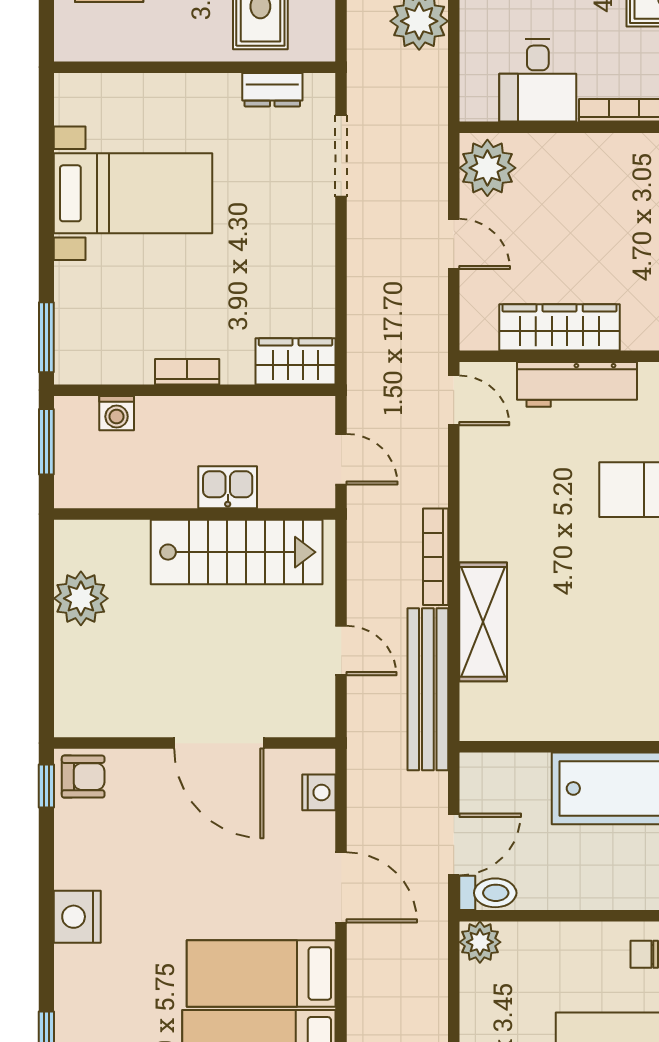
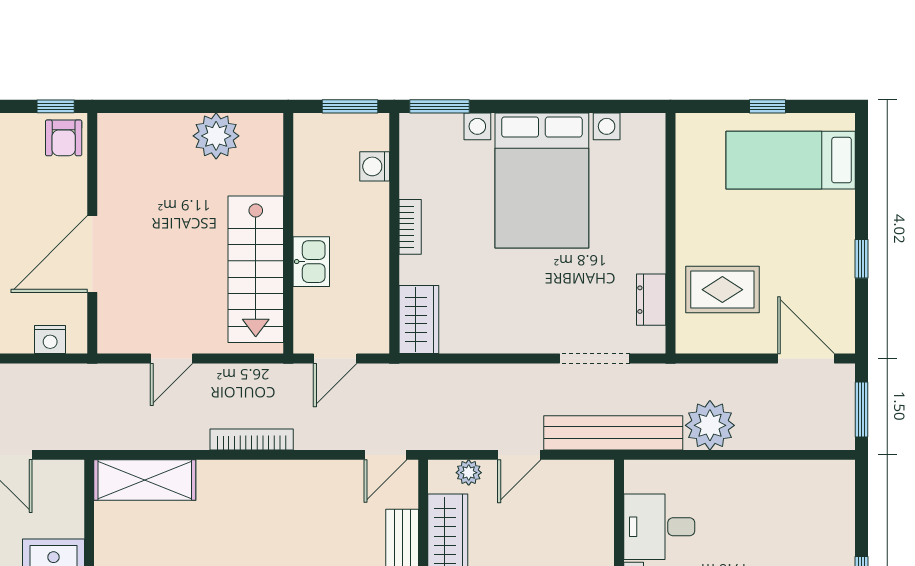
plant: (487, 168) -> (469, 473), moved, width x0.53, depth x0.53
bed with nightstands: (133, 193) -> (542, 181), width x1.36
shelving: (483, 622) -> (145, 480), moved
bench: (428, 689) -> (613, 433), moved

